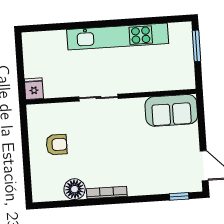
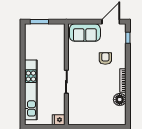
kitchen unit: (118, 37) -> (31, 90), moved
sofa: (171, 110) -> (85, 33), moved, turned 90
armchair: (57, 145) -> (105, 59), moved

